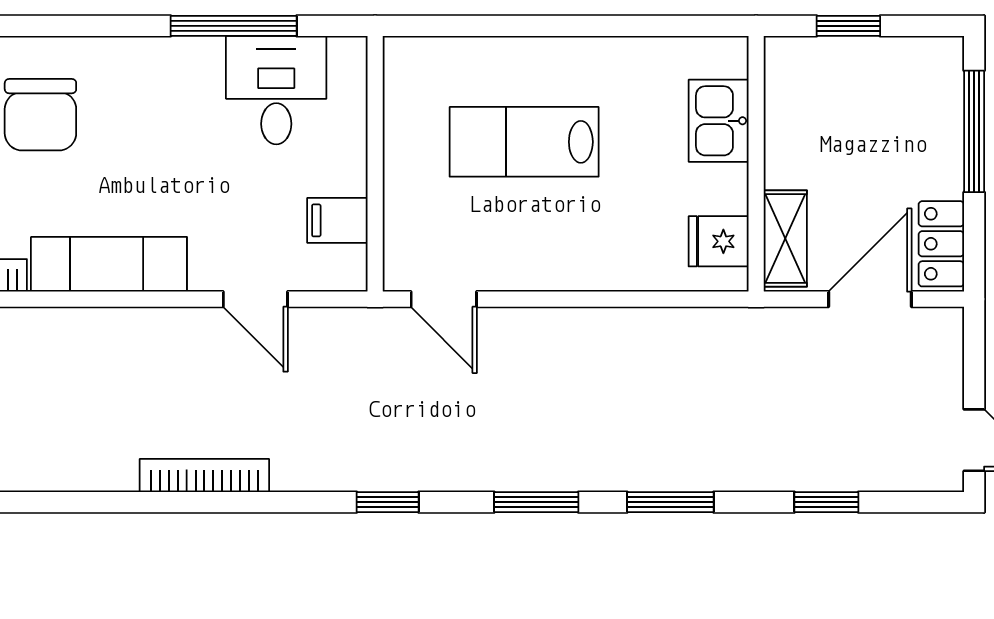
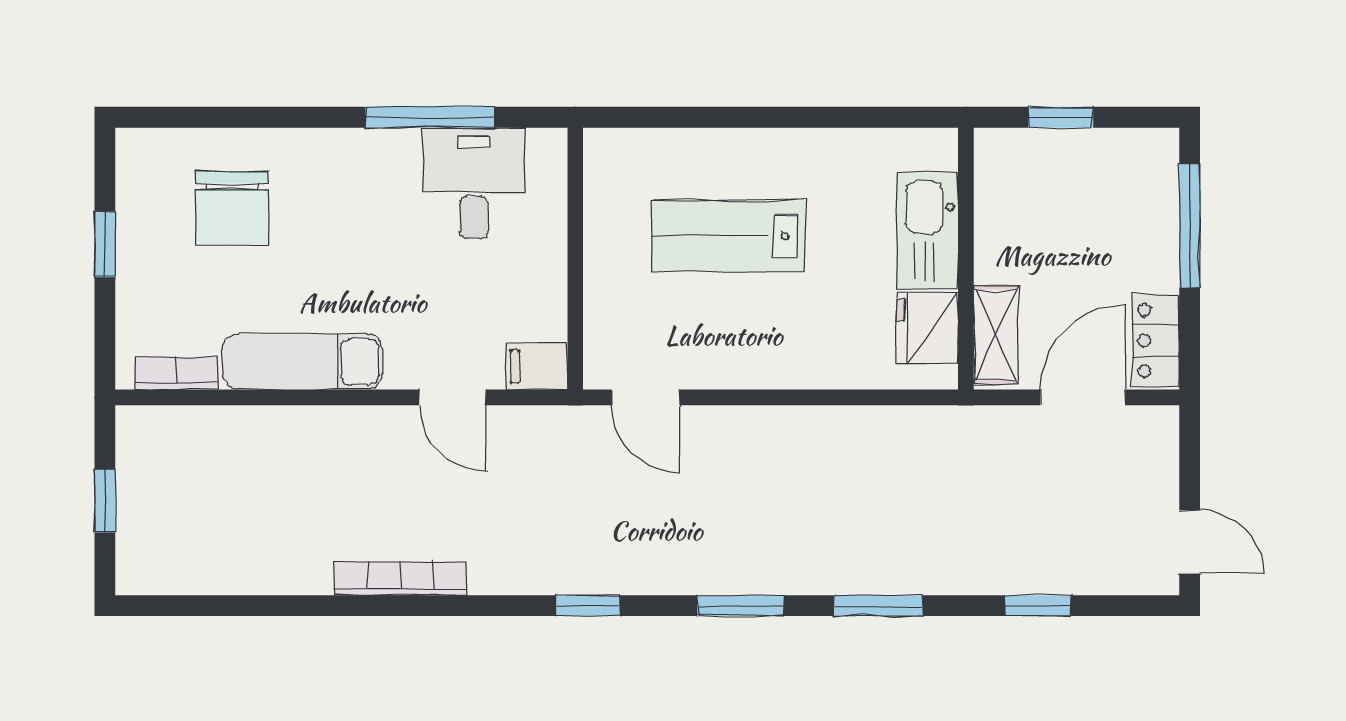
kitchen sink: (719, 121) -> (928, 230), width x1.38
filing cabinet: (337, 220) -> (537, 367), moved
fridge: (719, 241) -> (927, 328), width x1.38

